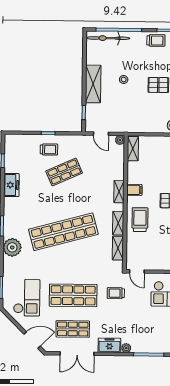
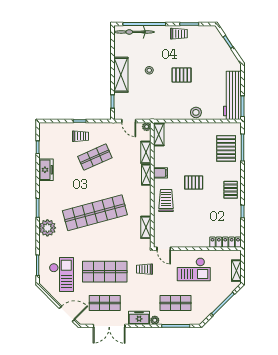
shelving: (118, 223) -> (146, 152), moved
shop shelf: (149, 330) -> (175, 303), added

